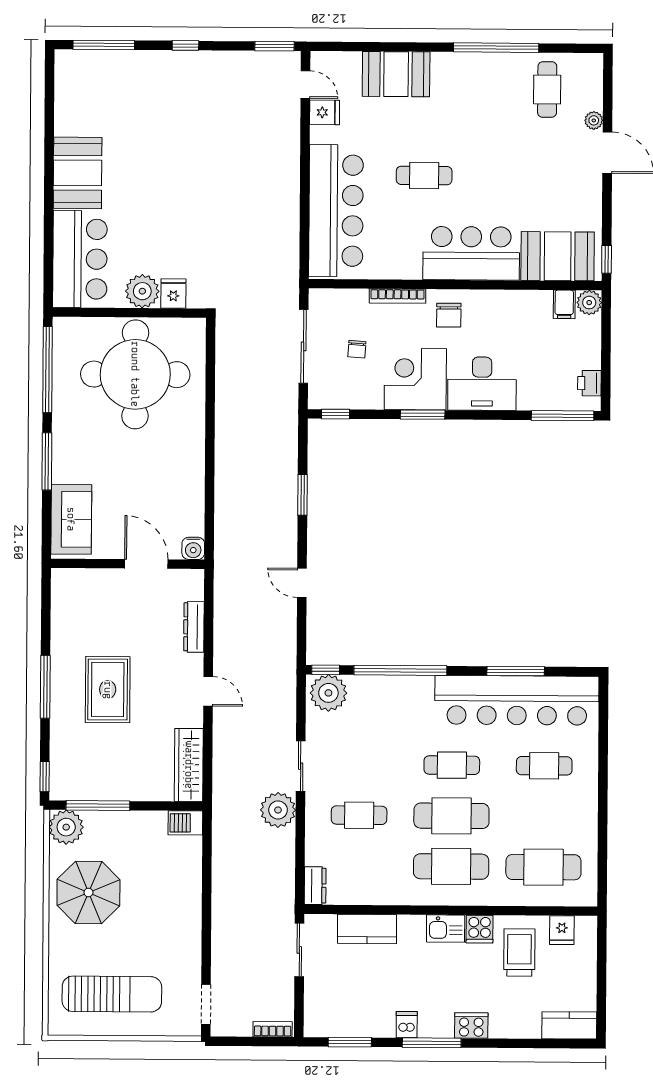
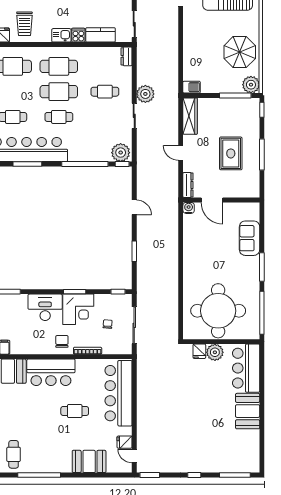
water cooler: (193, 548) -> (189, 208), moved
wall: (128, 564) -> (221, 200), moved
door: (146, 564) -> (212, 200), moved
cooker: (480, 929) -> (78, 35), moved

